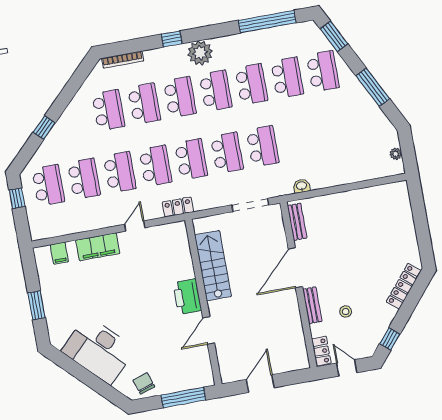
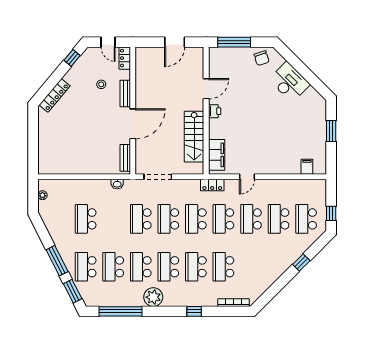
plant: (200, 53) -> (153, 297), moved
window: (373, 87) -> (57, 261), moved
school desk: (108, 110) -> (86, 219), moved
filing cabinet: (98, 247) -> (217, 155), moved, turned 90
printer: (187, 297) -> (215, 111), width x0.53, depth x0.68
desk: (98, 350) -> (289, 82), width x0.73, depth x0.77

